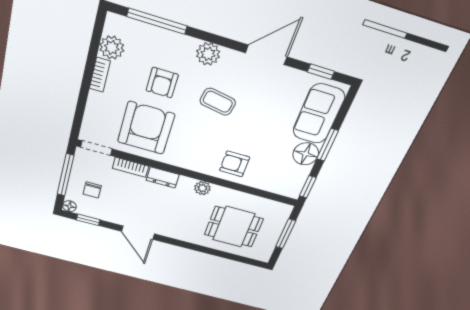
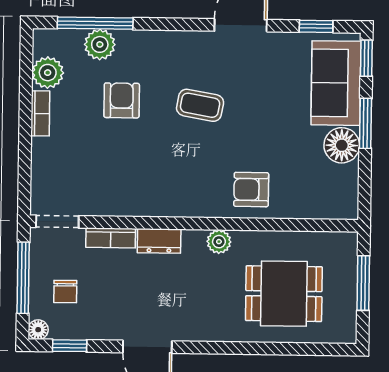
plant: (208, 54) -> (100, 44), moved
armchair: (162, 83) -> (122, 100), turned 180
armchair: (146, 128) -> (117, 171), removed
window: (308, 187) -> (366, 58), moved

